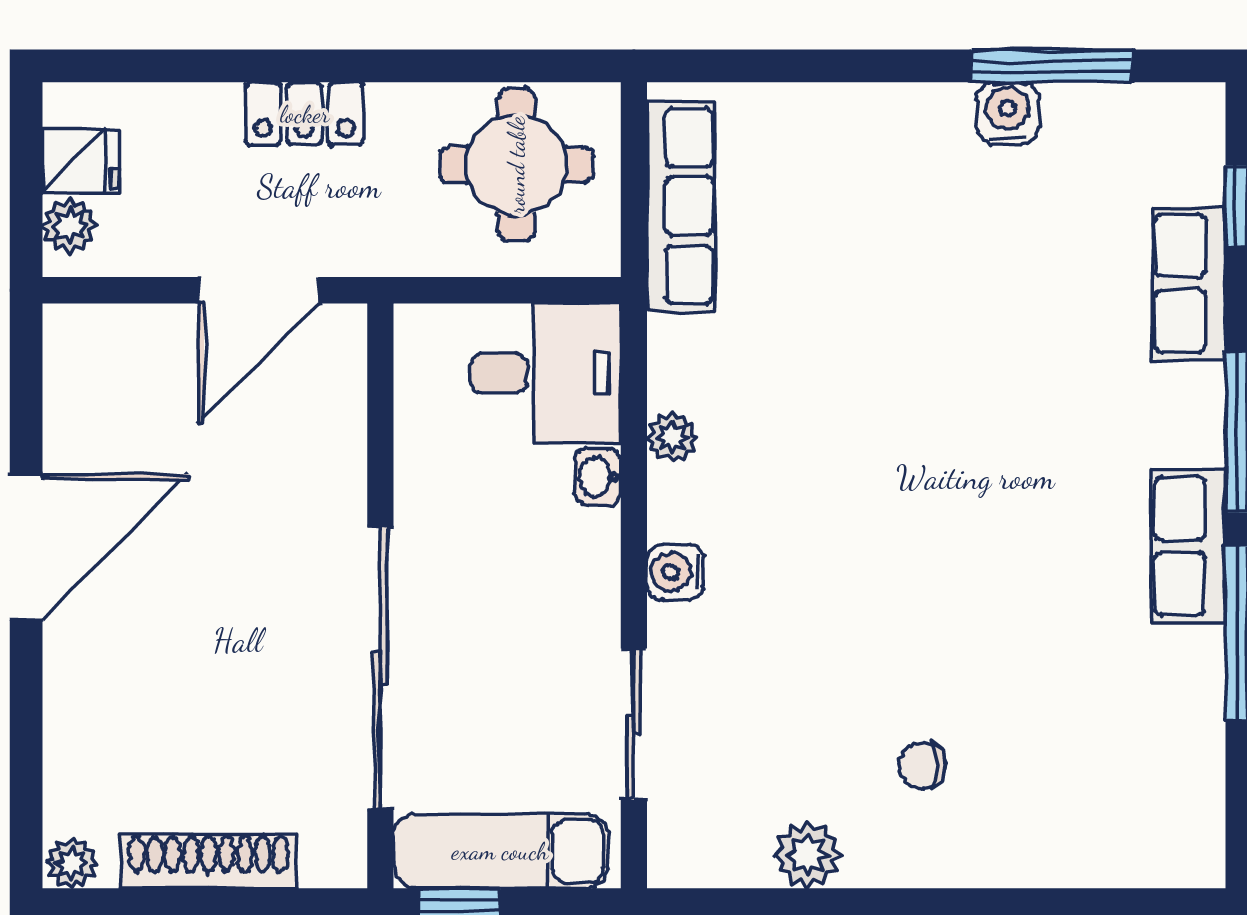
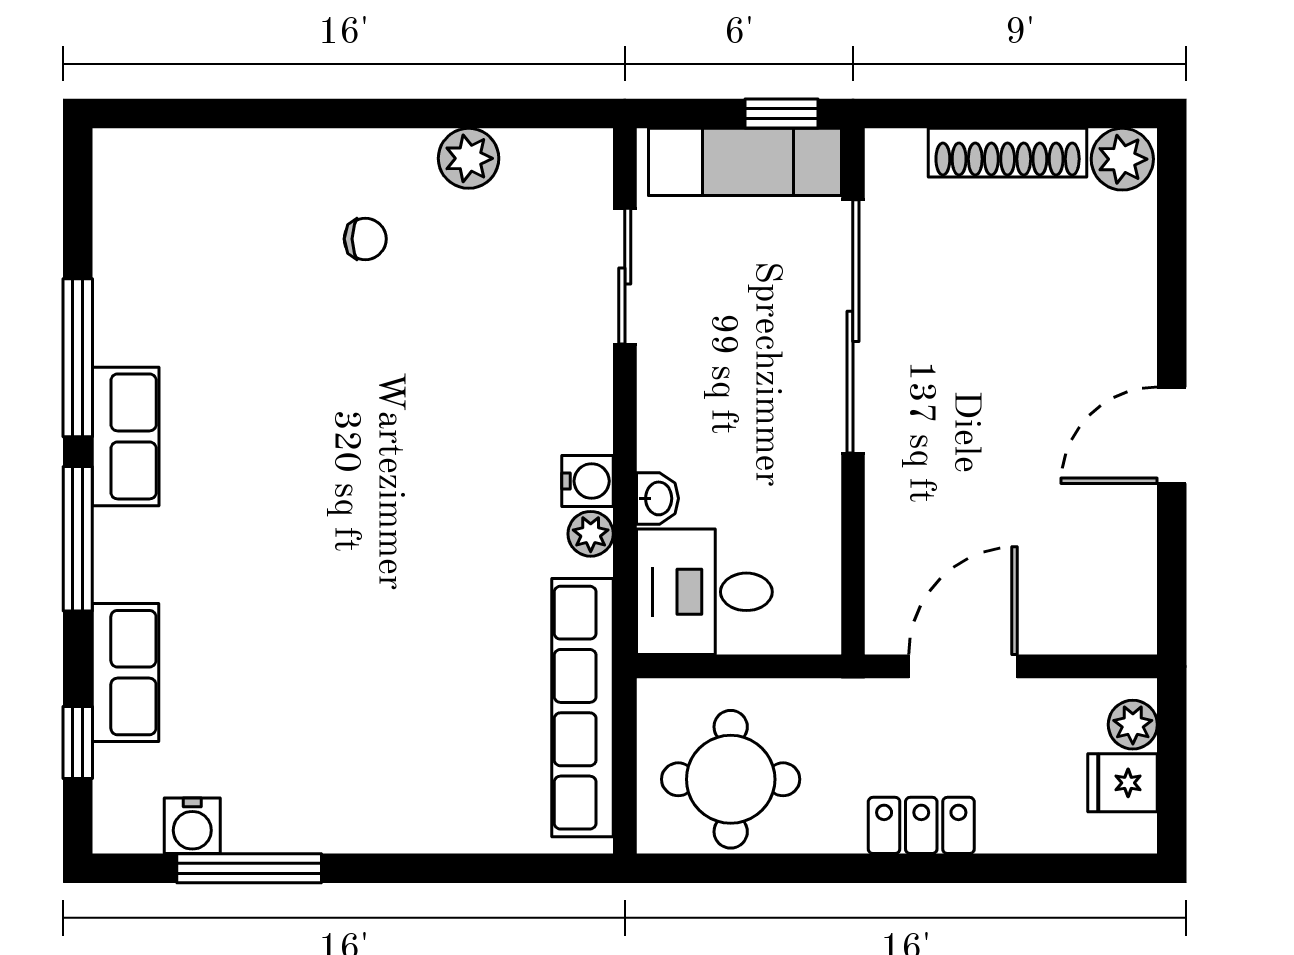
water cooler: (1007, 113) -> (192, 826), moved
row of seats: (681, 206) -> (582, 708), width x1.36
door: (26, 547) -> (1172, 435), width x0.73
water cooler: (675, 572) -> (588, 481), moved
plant: (72, 863) -> (1122, 159), width x1.38, depth x1.38

